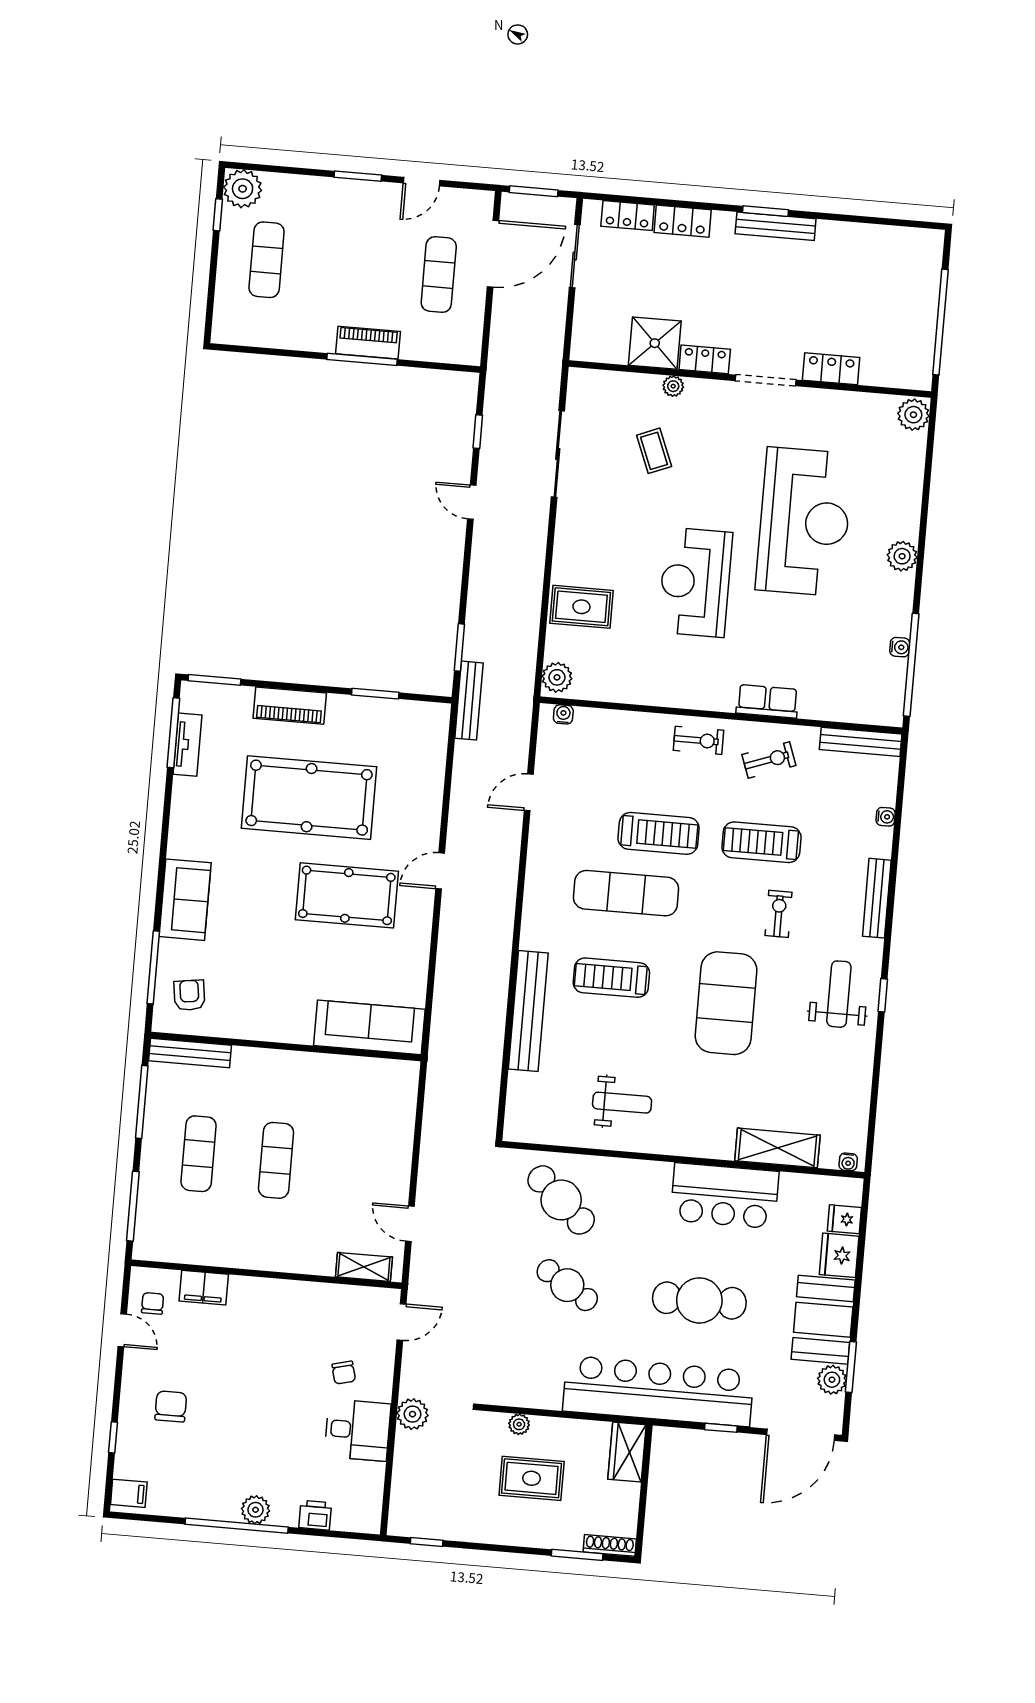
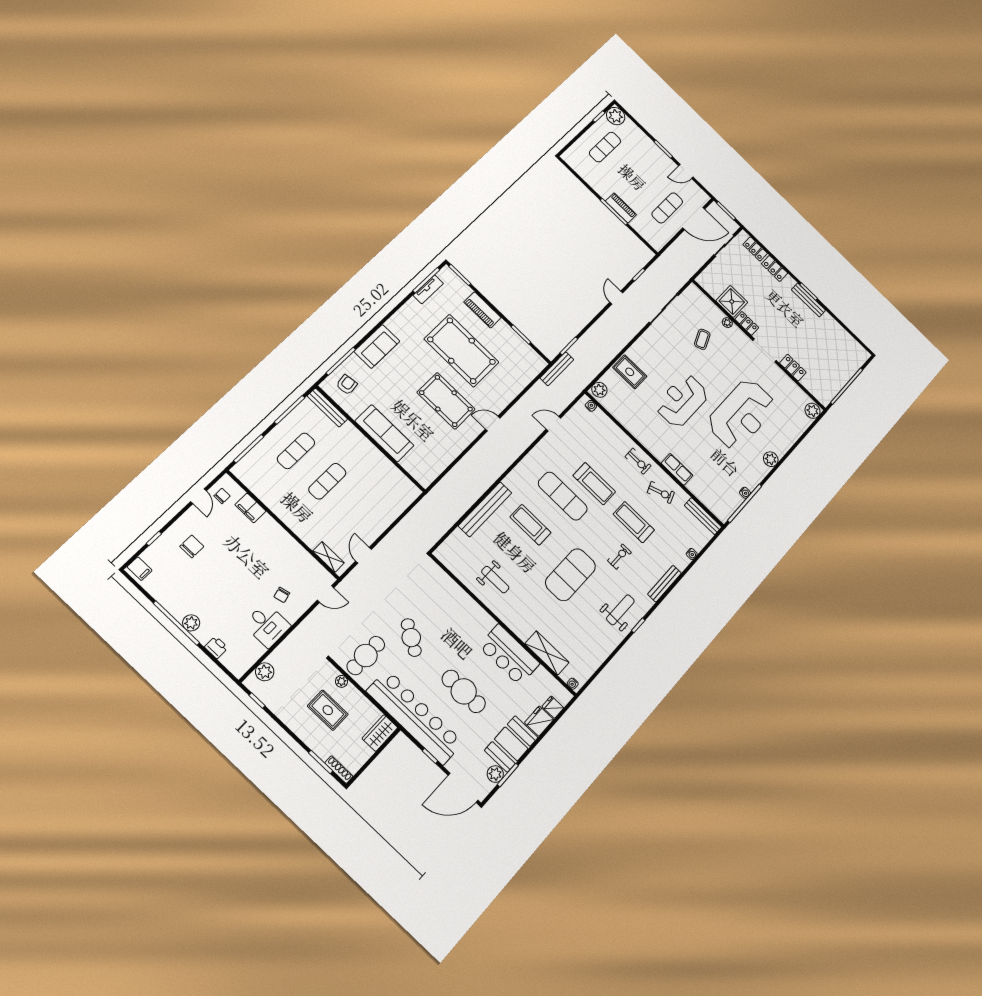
sofa: (369, 1027) -> (384, 433), moved
cafe table: (561, 1200) -> (366, 656), moved, turned 48
plant: (412, 1414) -> (265, 672), moved

